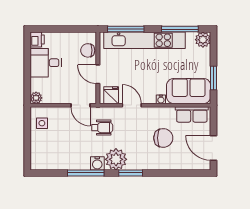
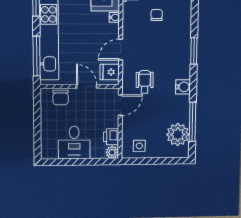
printer: (37, 40) -> (111, 137), moved, turned -90
door: (98, 74) -> (87, 86), swing flipped
chair: (163, 138) -> (157, 15), width x0.54, depth x0.54
plant: (116, 159) -> (178, 135), moved
window: (86, 173) -> (192, 122), moved

